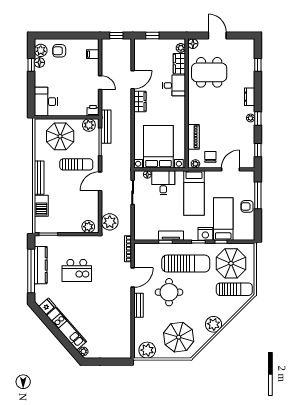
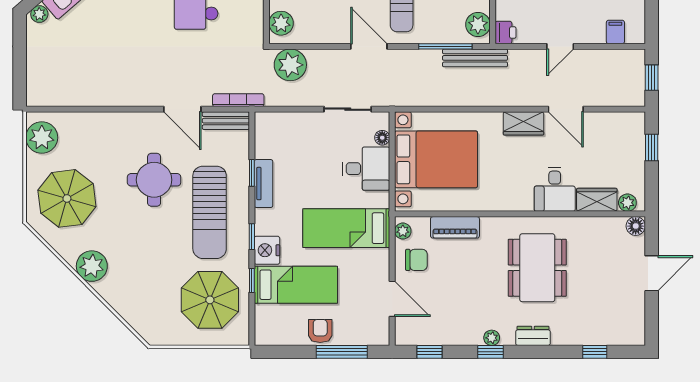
dining table: (209, 72) -> (537, 268), moved
sun lounger: (234, 289) -> (160, 306), removed
bench: (139, 305) -> (226, 121), moved

